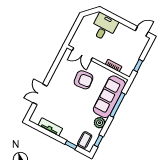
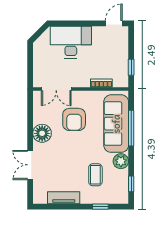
desk: (104, 27) -> (71, 42), width x1.37
floor lamp: (58, 78) -> (42, 133), added
armchair: (84, 80) -> (74, 119), turned 96
coffee table: (85, 140) -> (95, 175), moved

